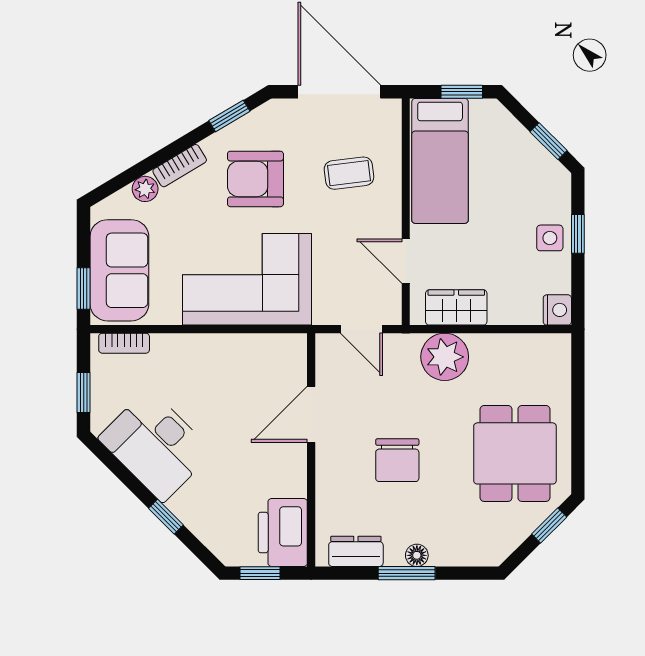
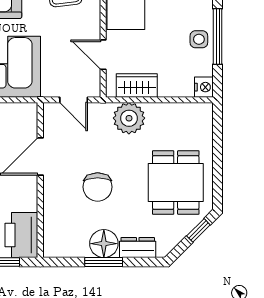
window: (578, 234) -> (218, 36), width x2.17
dresser: (356, 551) -> (138, 248), moved
floor lamp: (417, 555) -> (104, 244), width x1.89, depth x1.89

